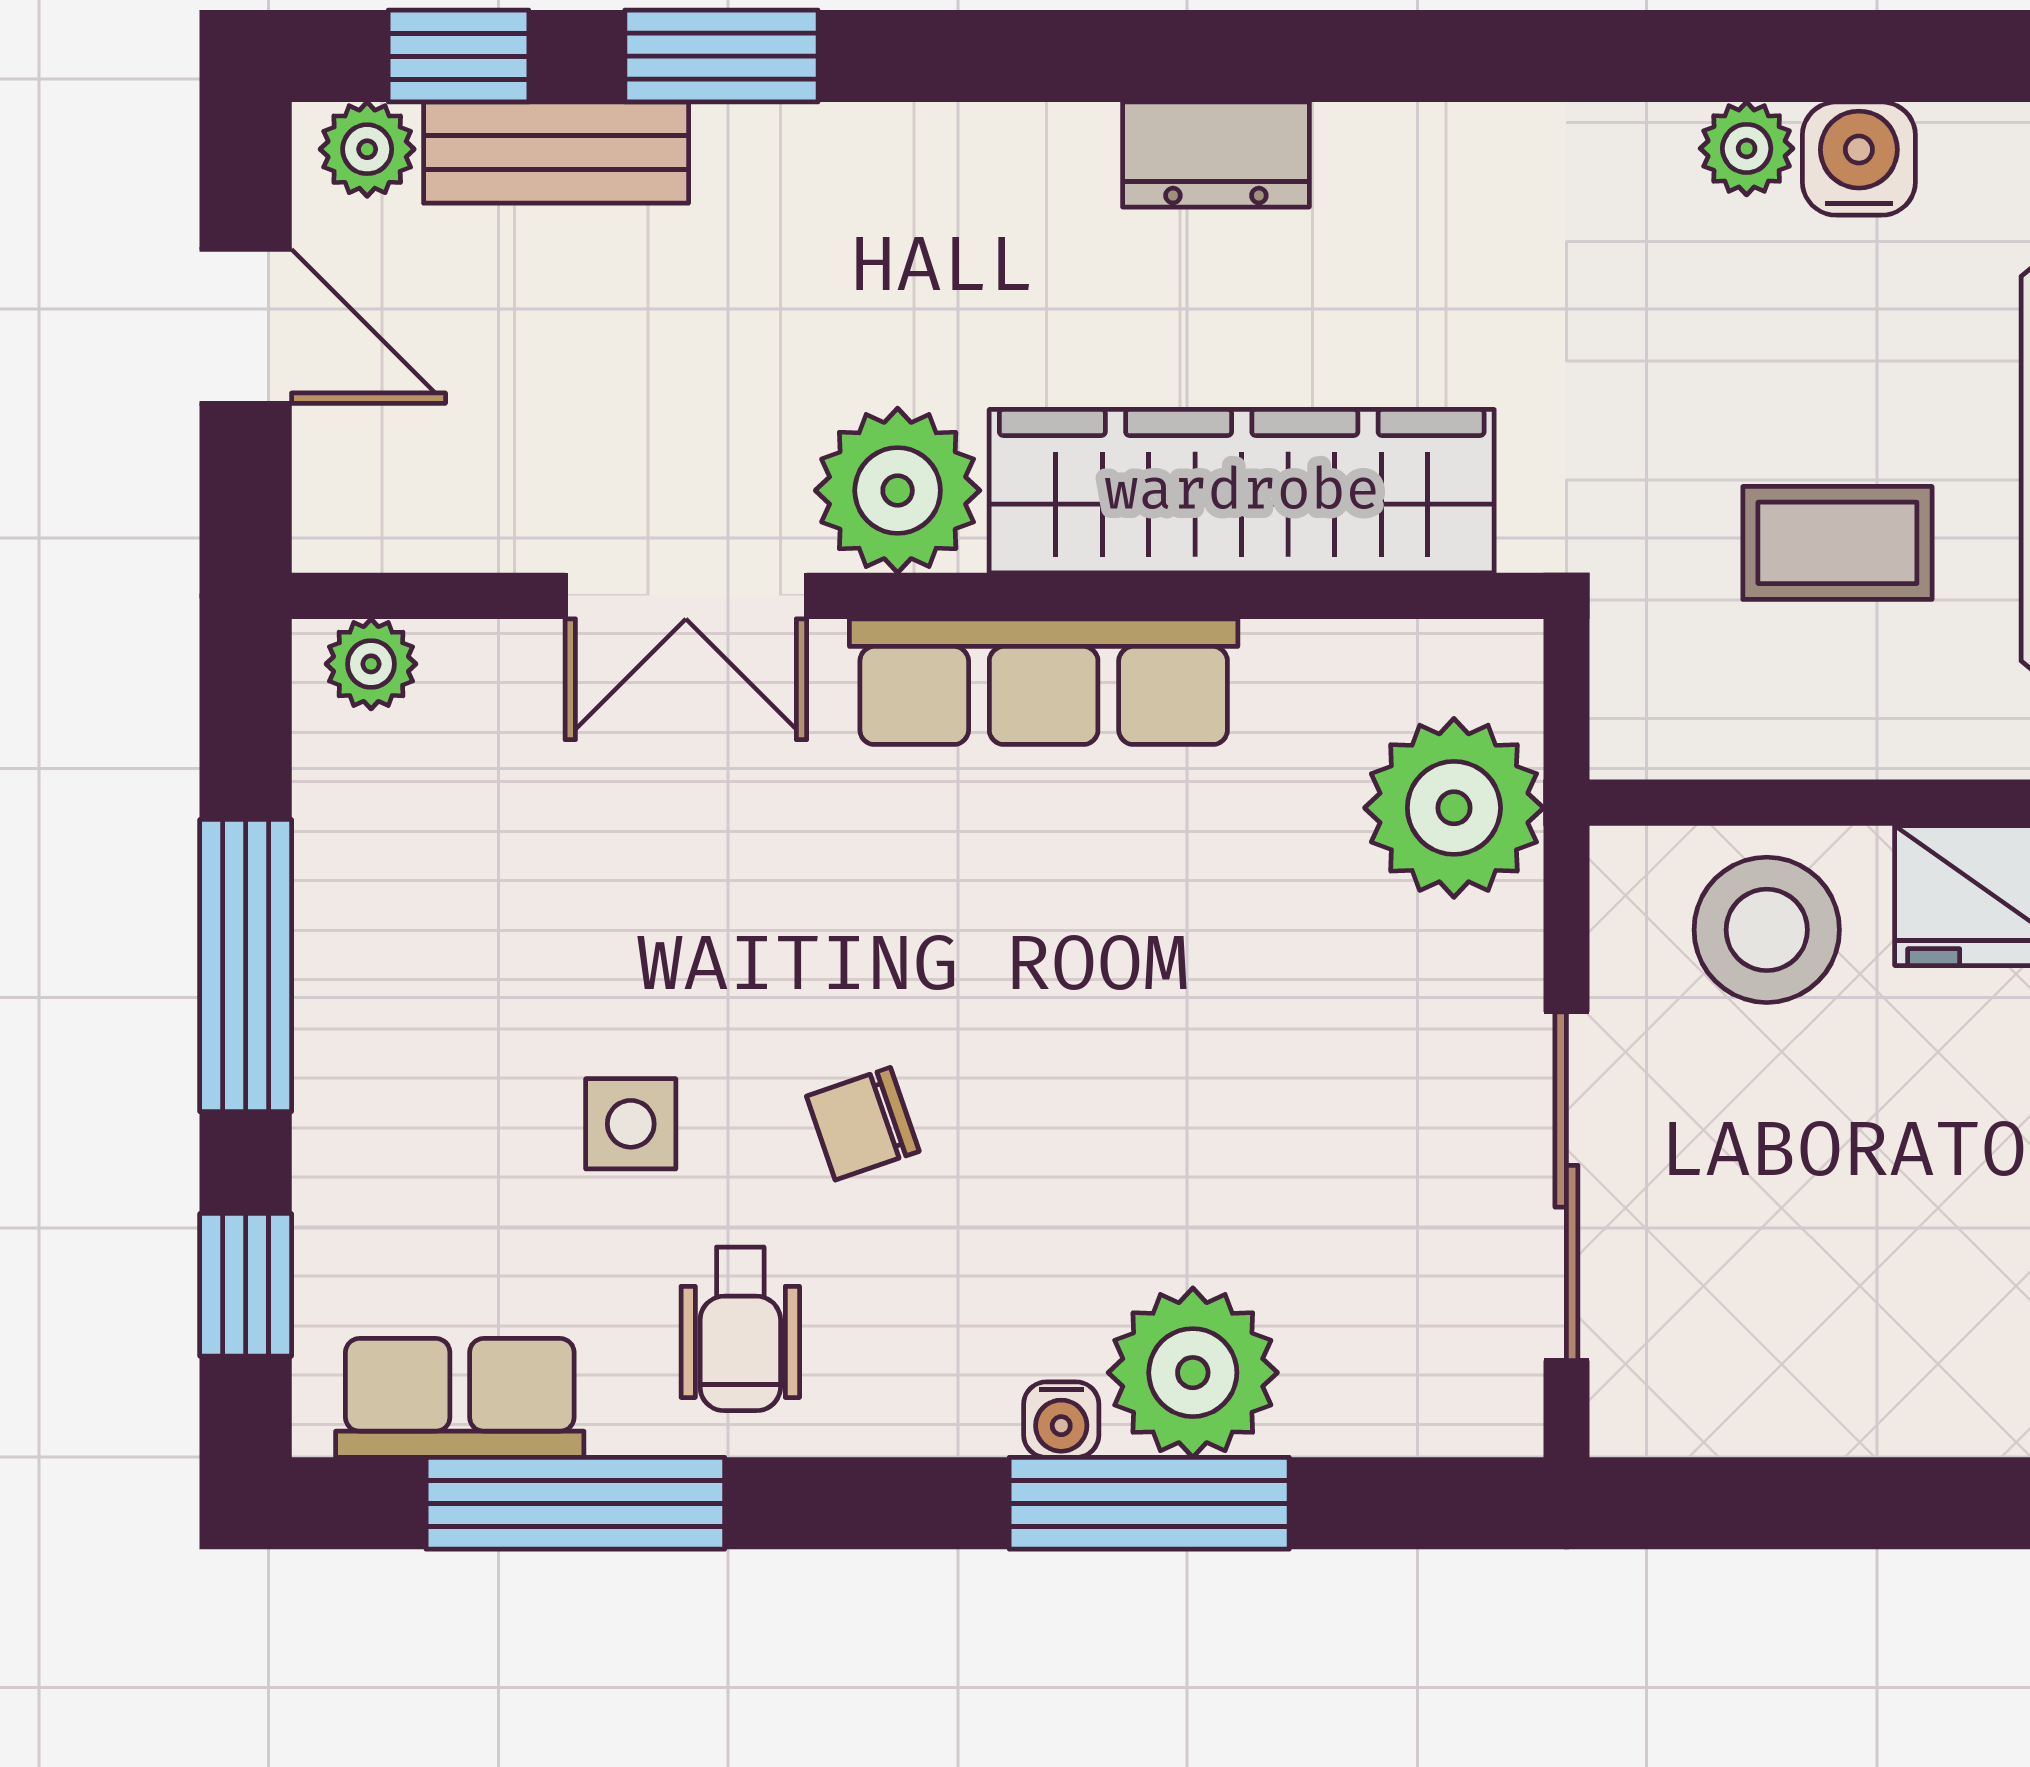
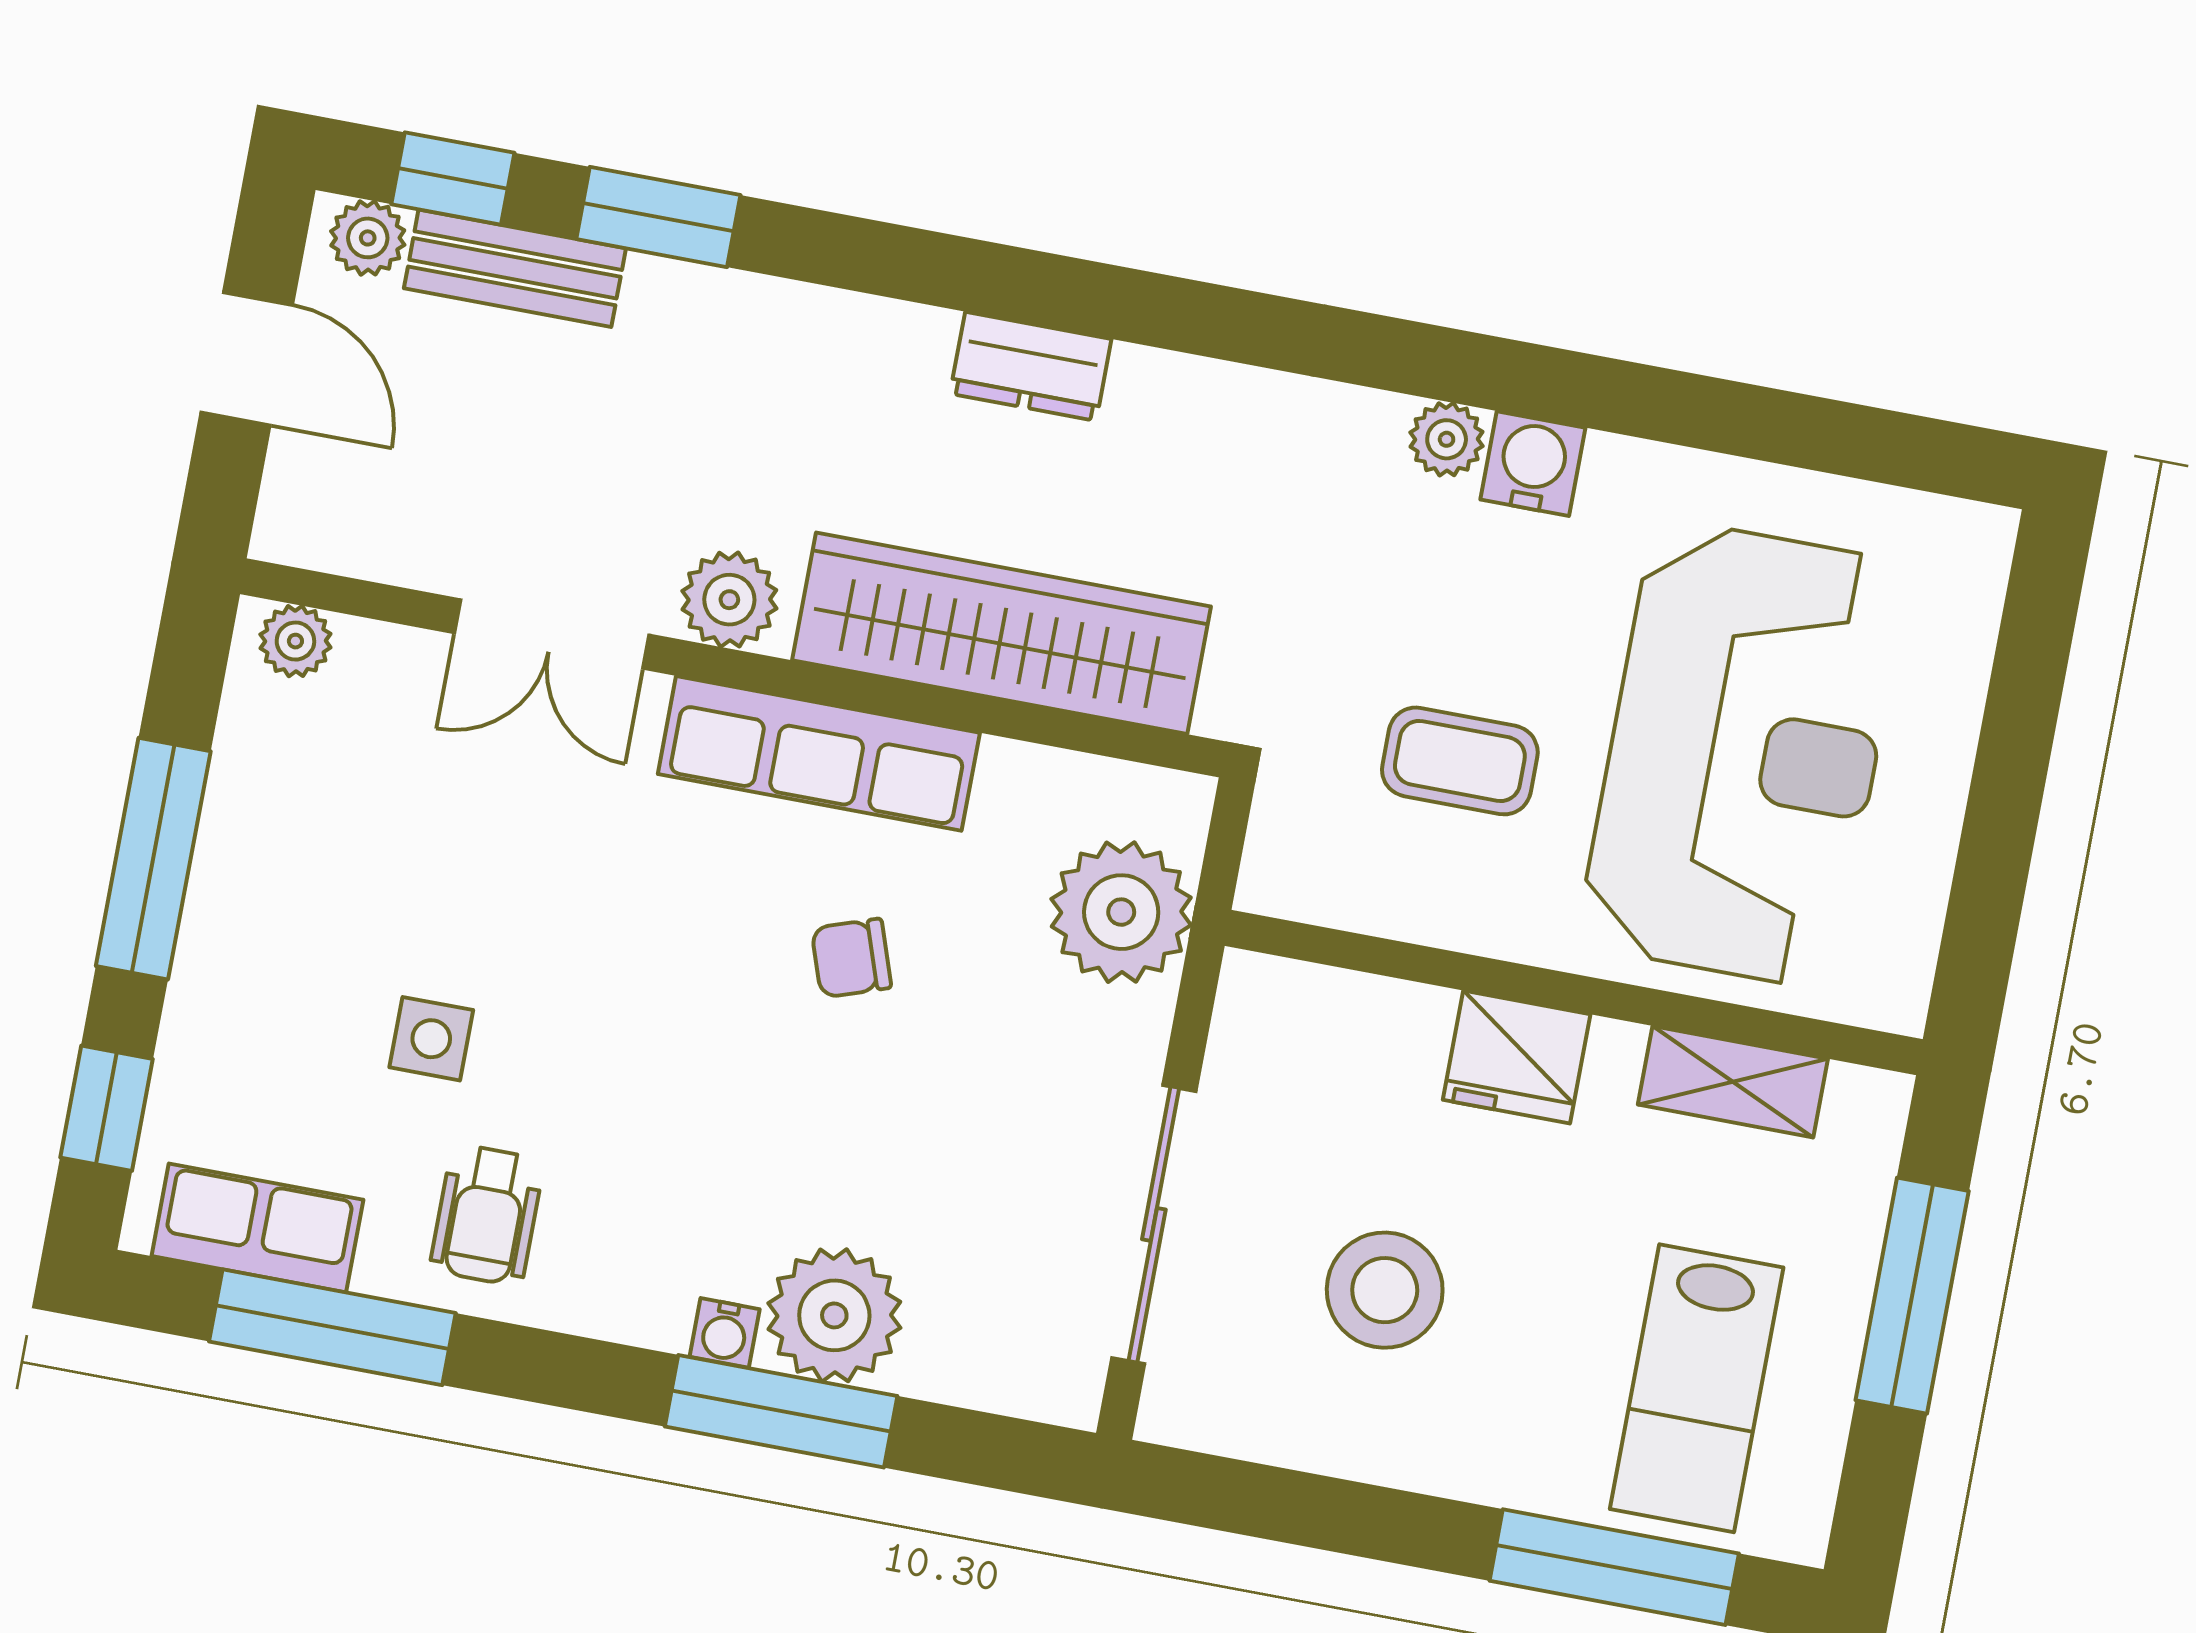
plant: (898, 490) -> (729, 600), width x0.73, depth x0.73
stool: (1767, 930) -> (1385, 1290), moved
chair: (863, 1124) -> (851, 958), moved

